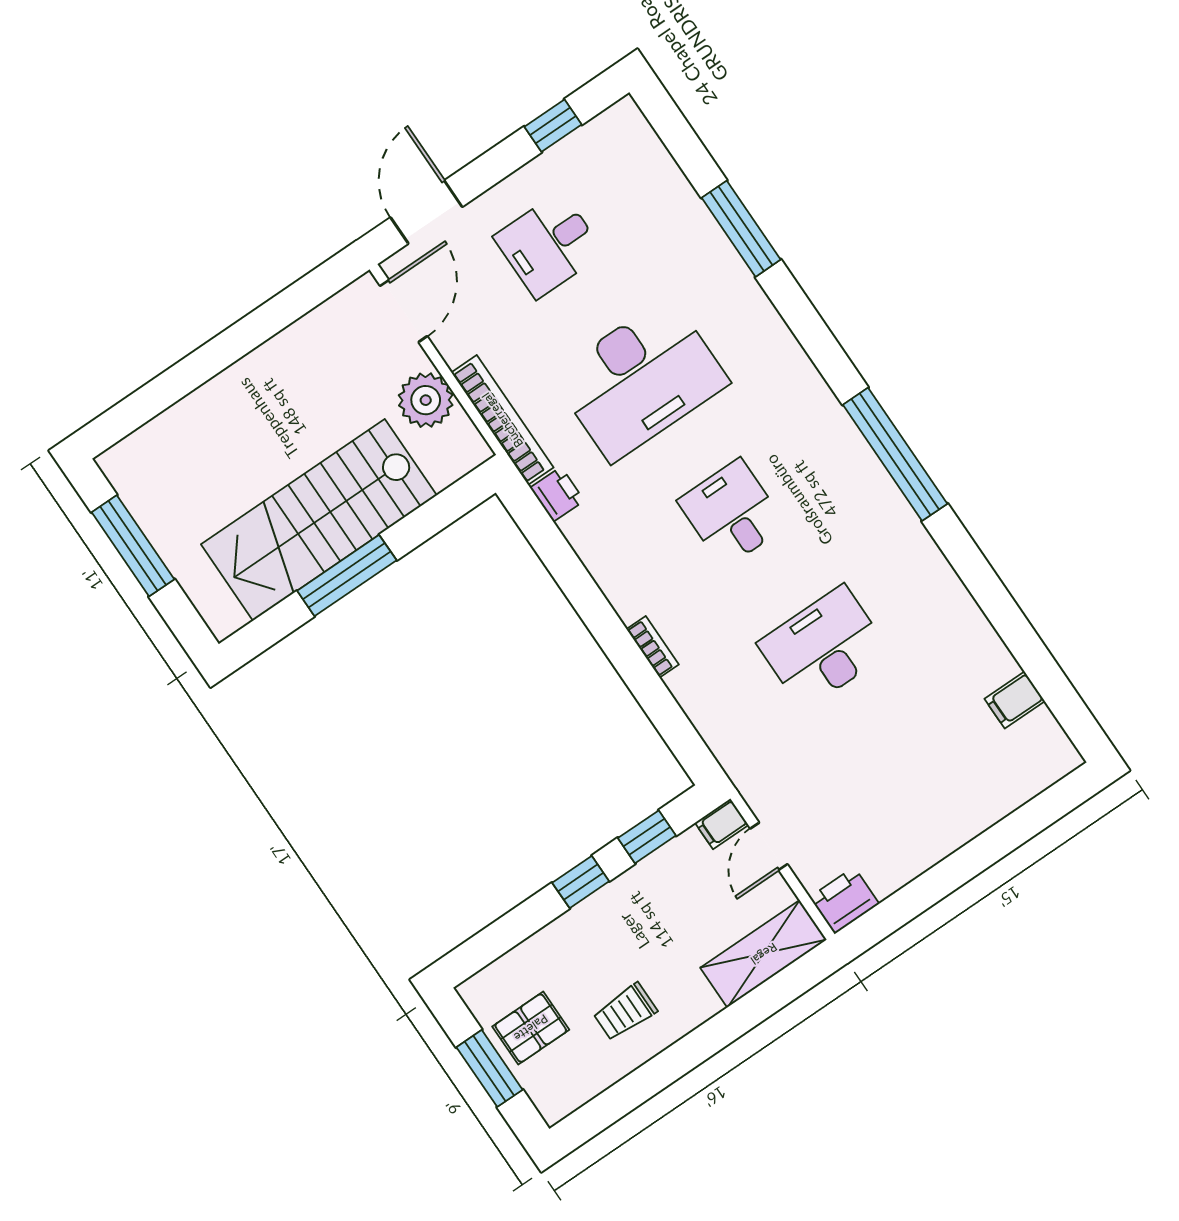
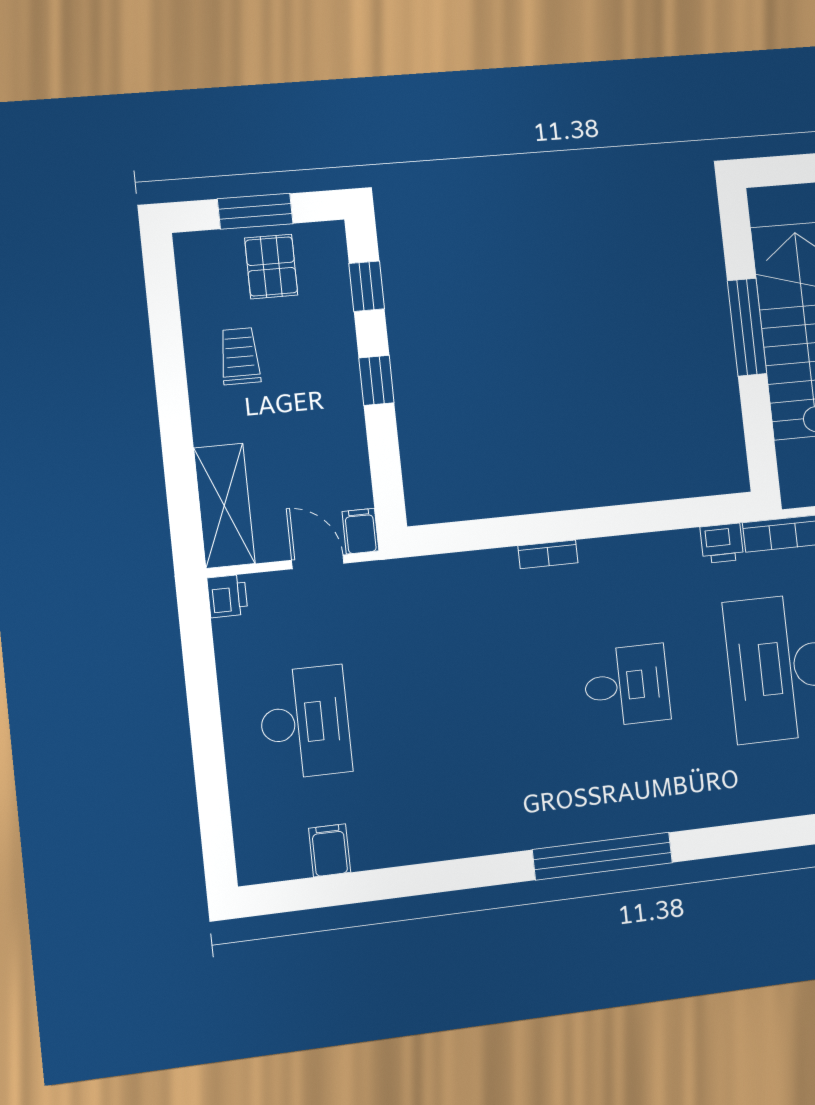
desk: (823, 647) -> (305, 722), moved
window: (647, 837) -> (367, 286), moved
printer: (844, 901) -> (227, 596), width x0.73, depth x0.81

